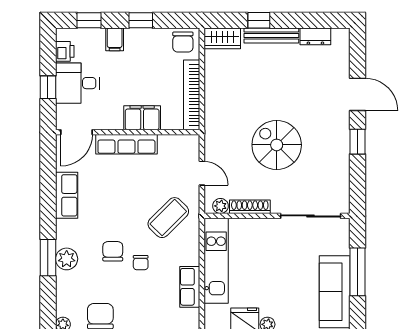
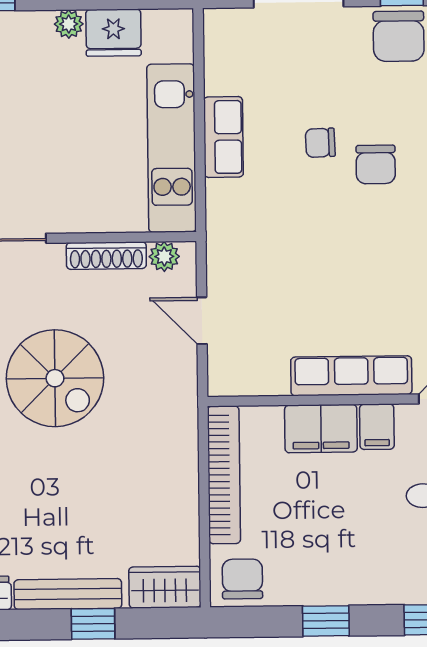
filing cabinet: (115, 39) -> (377, 427), moved, turned 180
coffee table: (168, 218) -> (267, 232), removed
chair: (141, 263) -> (320, 143), turned -92
row of seats: (190, 287) -> (223, 137), moved

